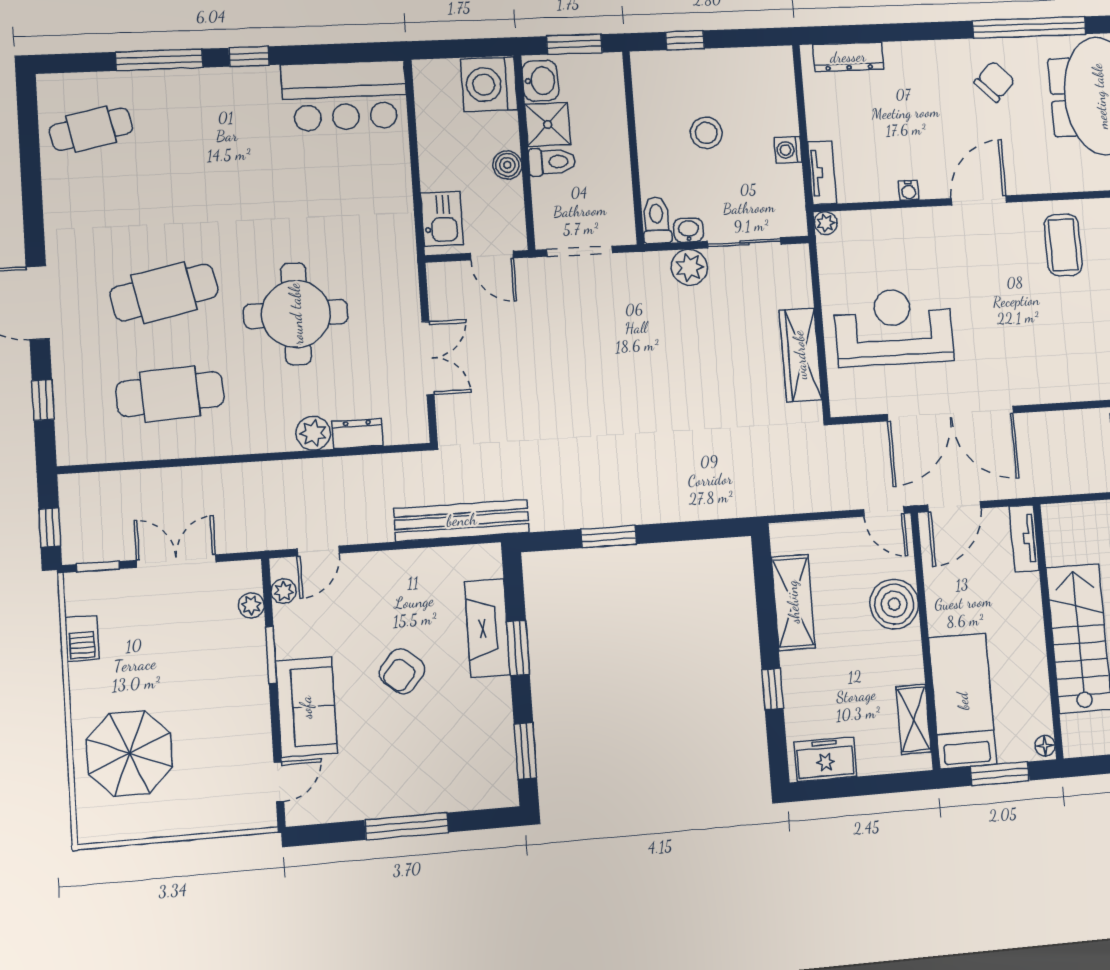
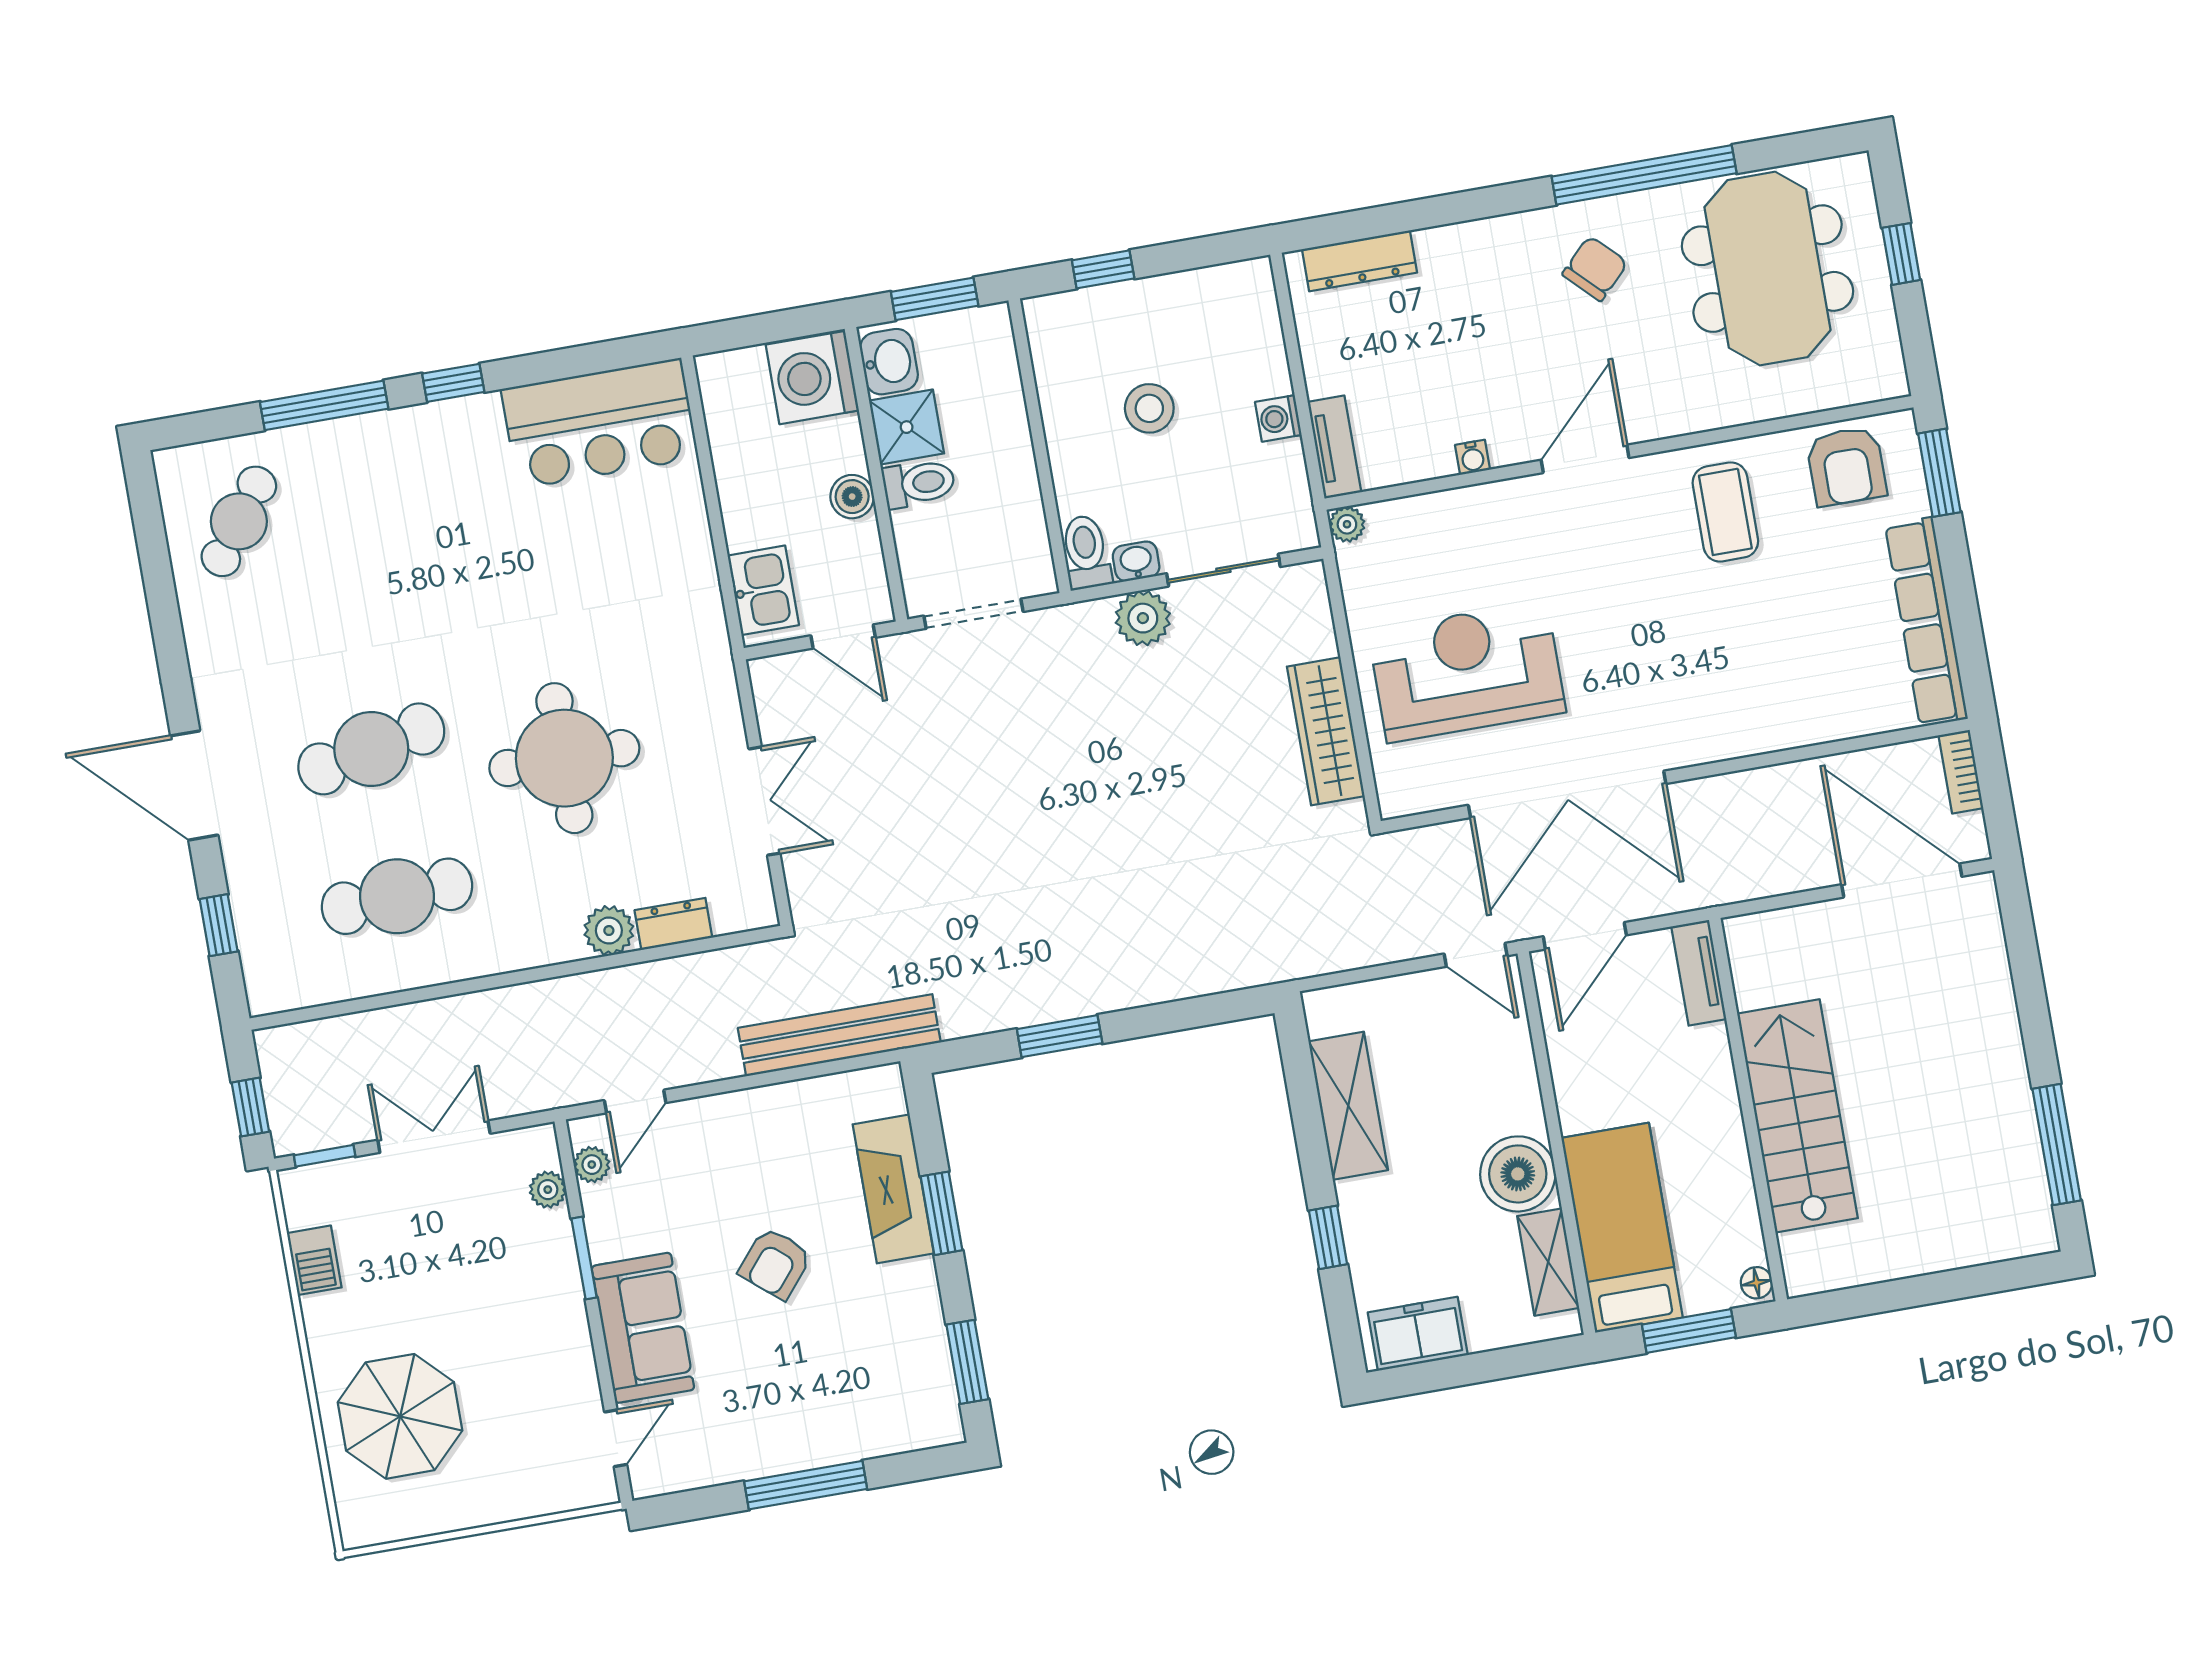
cafe table: (91, 129) -> (239, 521), turned -42
boiler: (894, 604) -> (1518, 1174), moved

